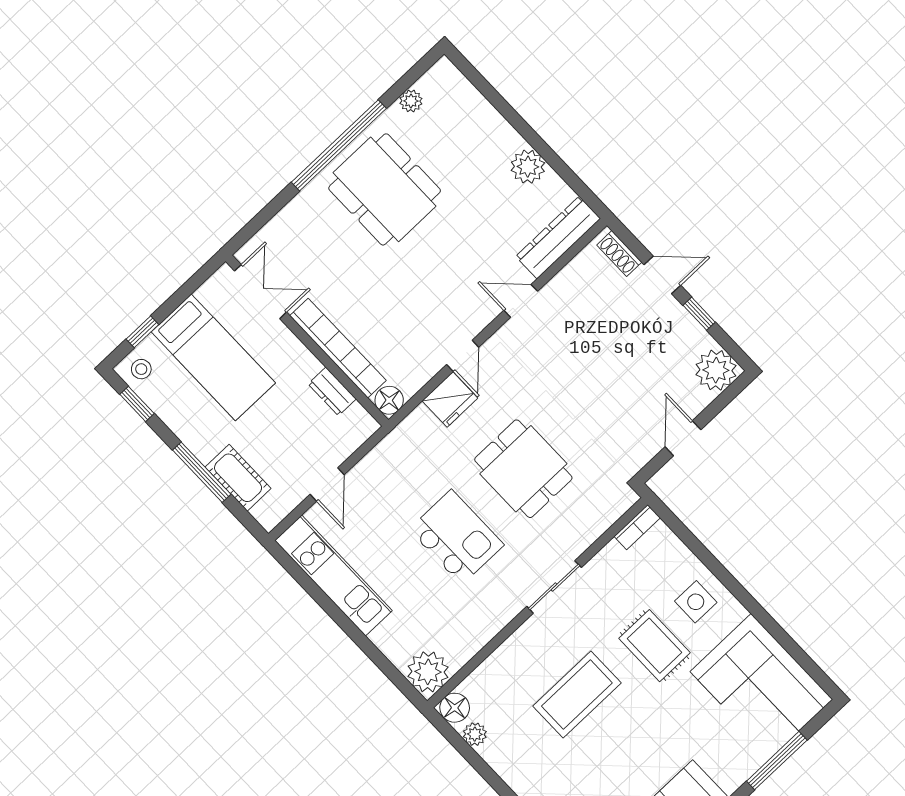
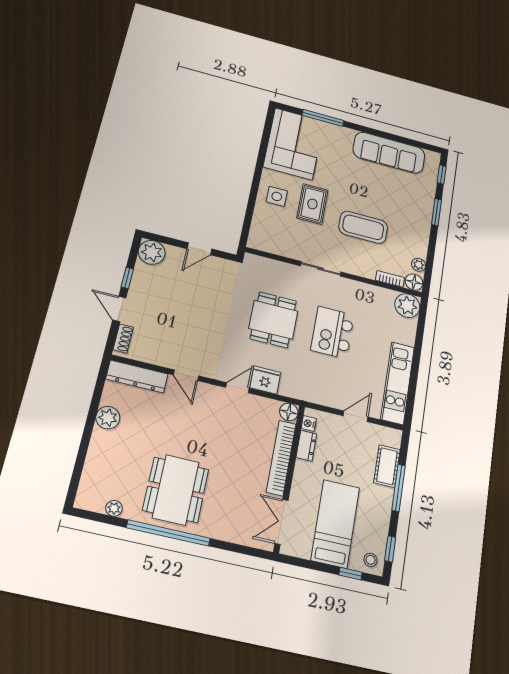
nightstand: (358, 415) -> (309, 423), added
bookcase: (637, 527) -> (390, 279), moved

